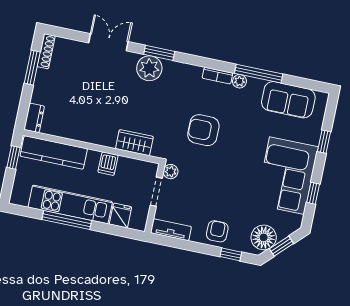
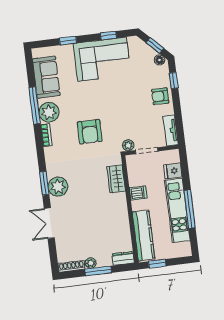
window: (32, 68) -> (98, 271), moved
plant: (42, 76) -> (91, 263), added
plant: (239, 81) -> (49, 112), width x1.87, depth x1.87
floor lamp: (264, 237) -> (159, 60), width x0.53, depth x0.53

